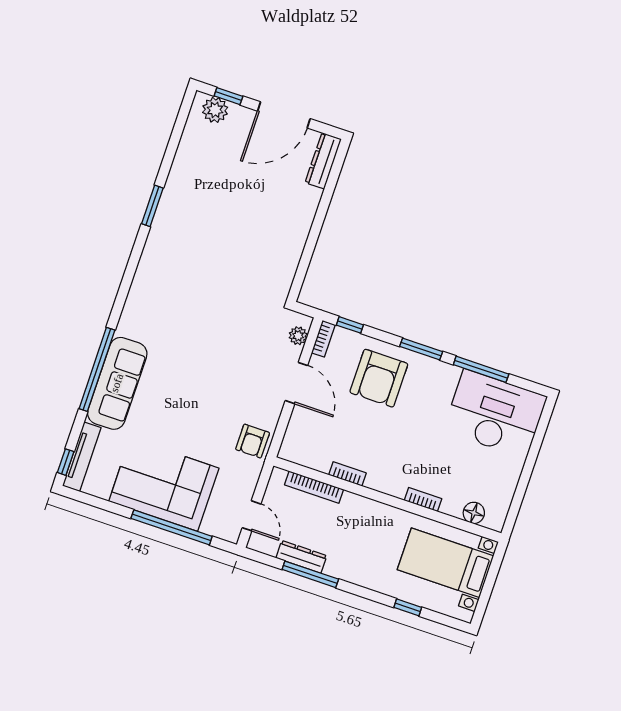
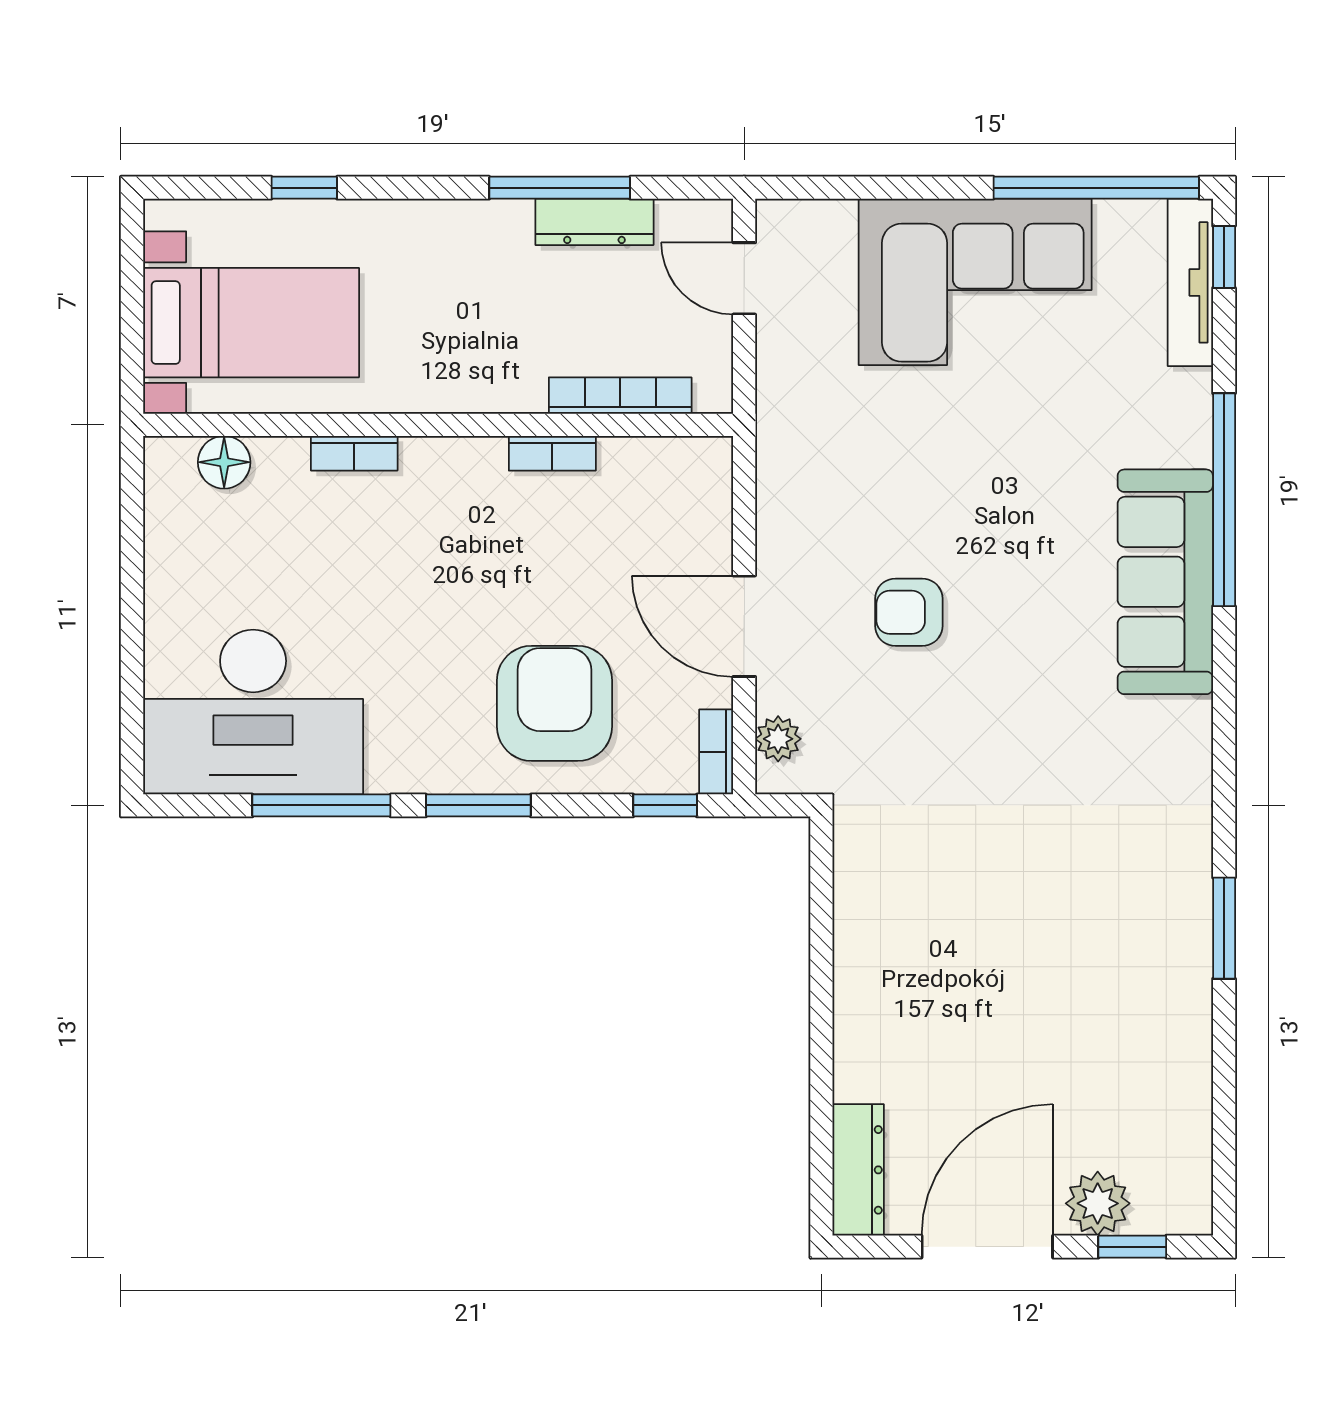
plant: (215, 110) -> (1098, 1203), moved
sofa: (117, 383) -> (1165, 582), moved
armchair: (253, 441) -> (909, 612), moved, turned -90
window: (172, 527) -> (1096, 188), moved

